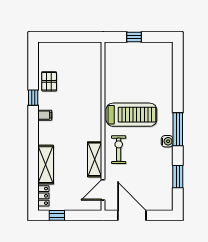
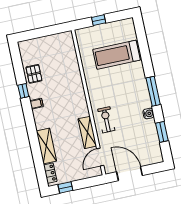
treadmill: (131, 115) -> (116, 55), moved, turned 180
water cooler: (167, 141) -> (148, 114), moved

